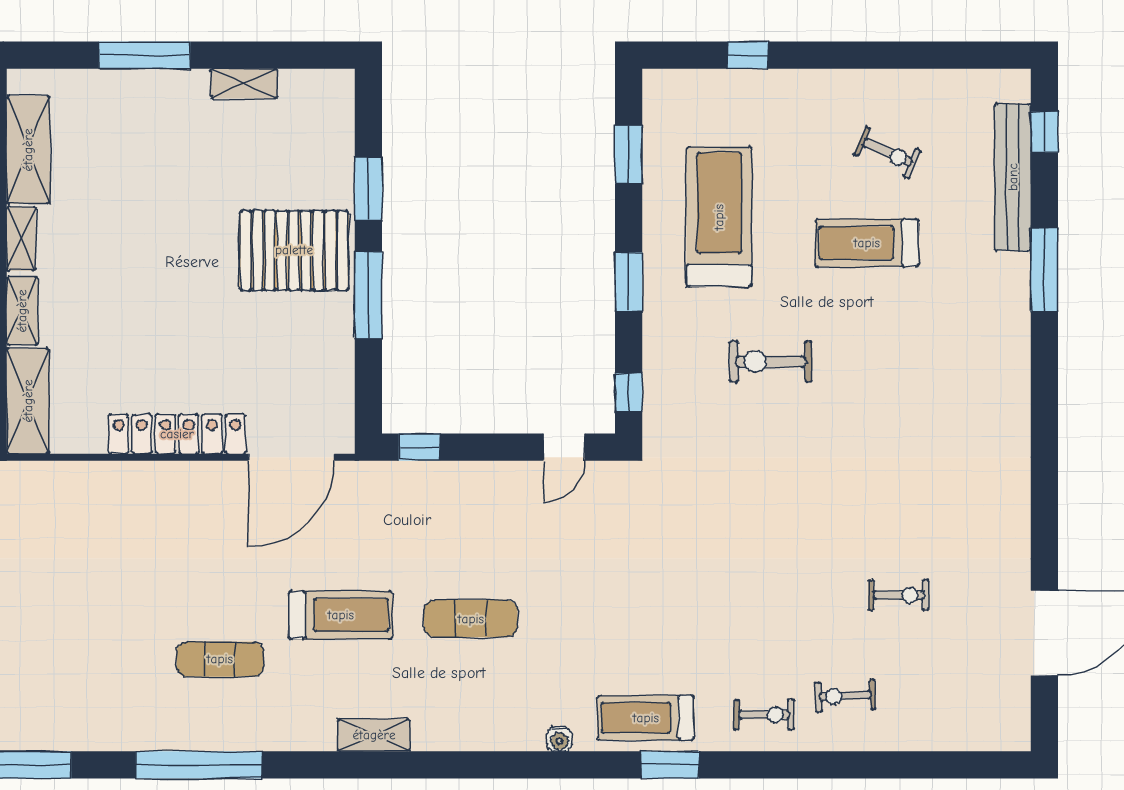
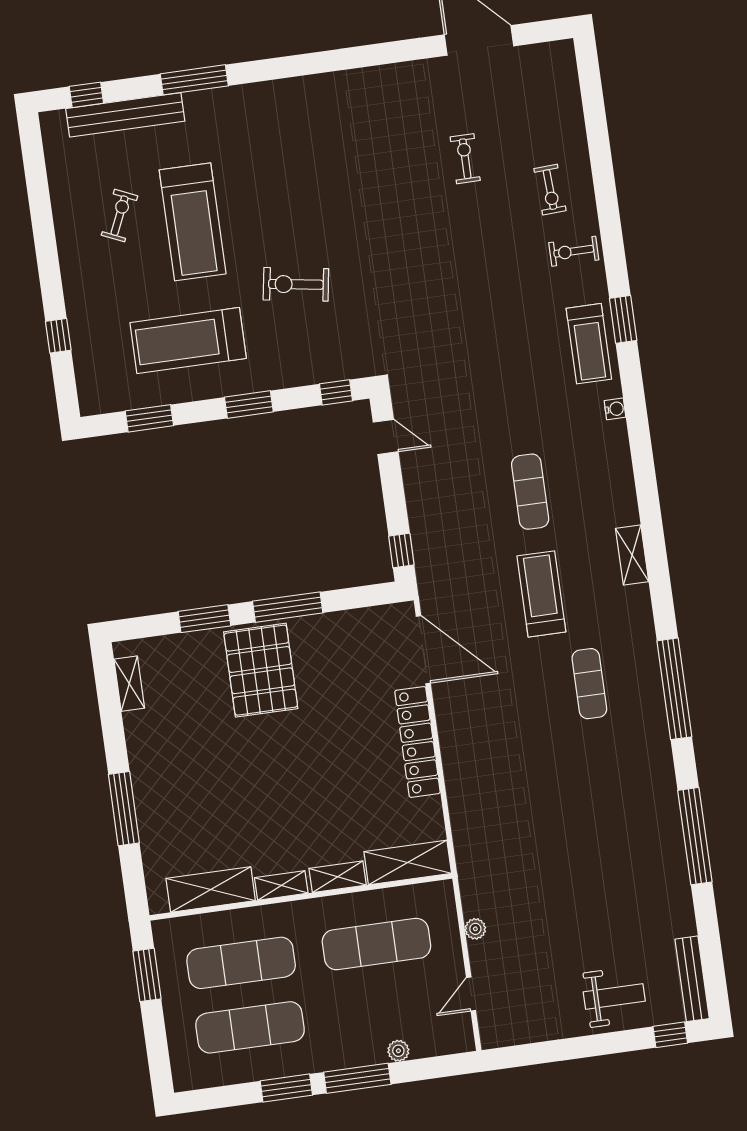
shelving: (244, 84) -> (129, 684), moved
treadmill: (867, 243) -> (193, 222), width x1.37, depth x1.38
exercise bike: (771, 361) -> (296, 284), turned 99
exercise bike: (764, 715) -> (574, 251), turned -90

